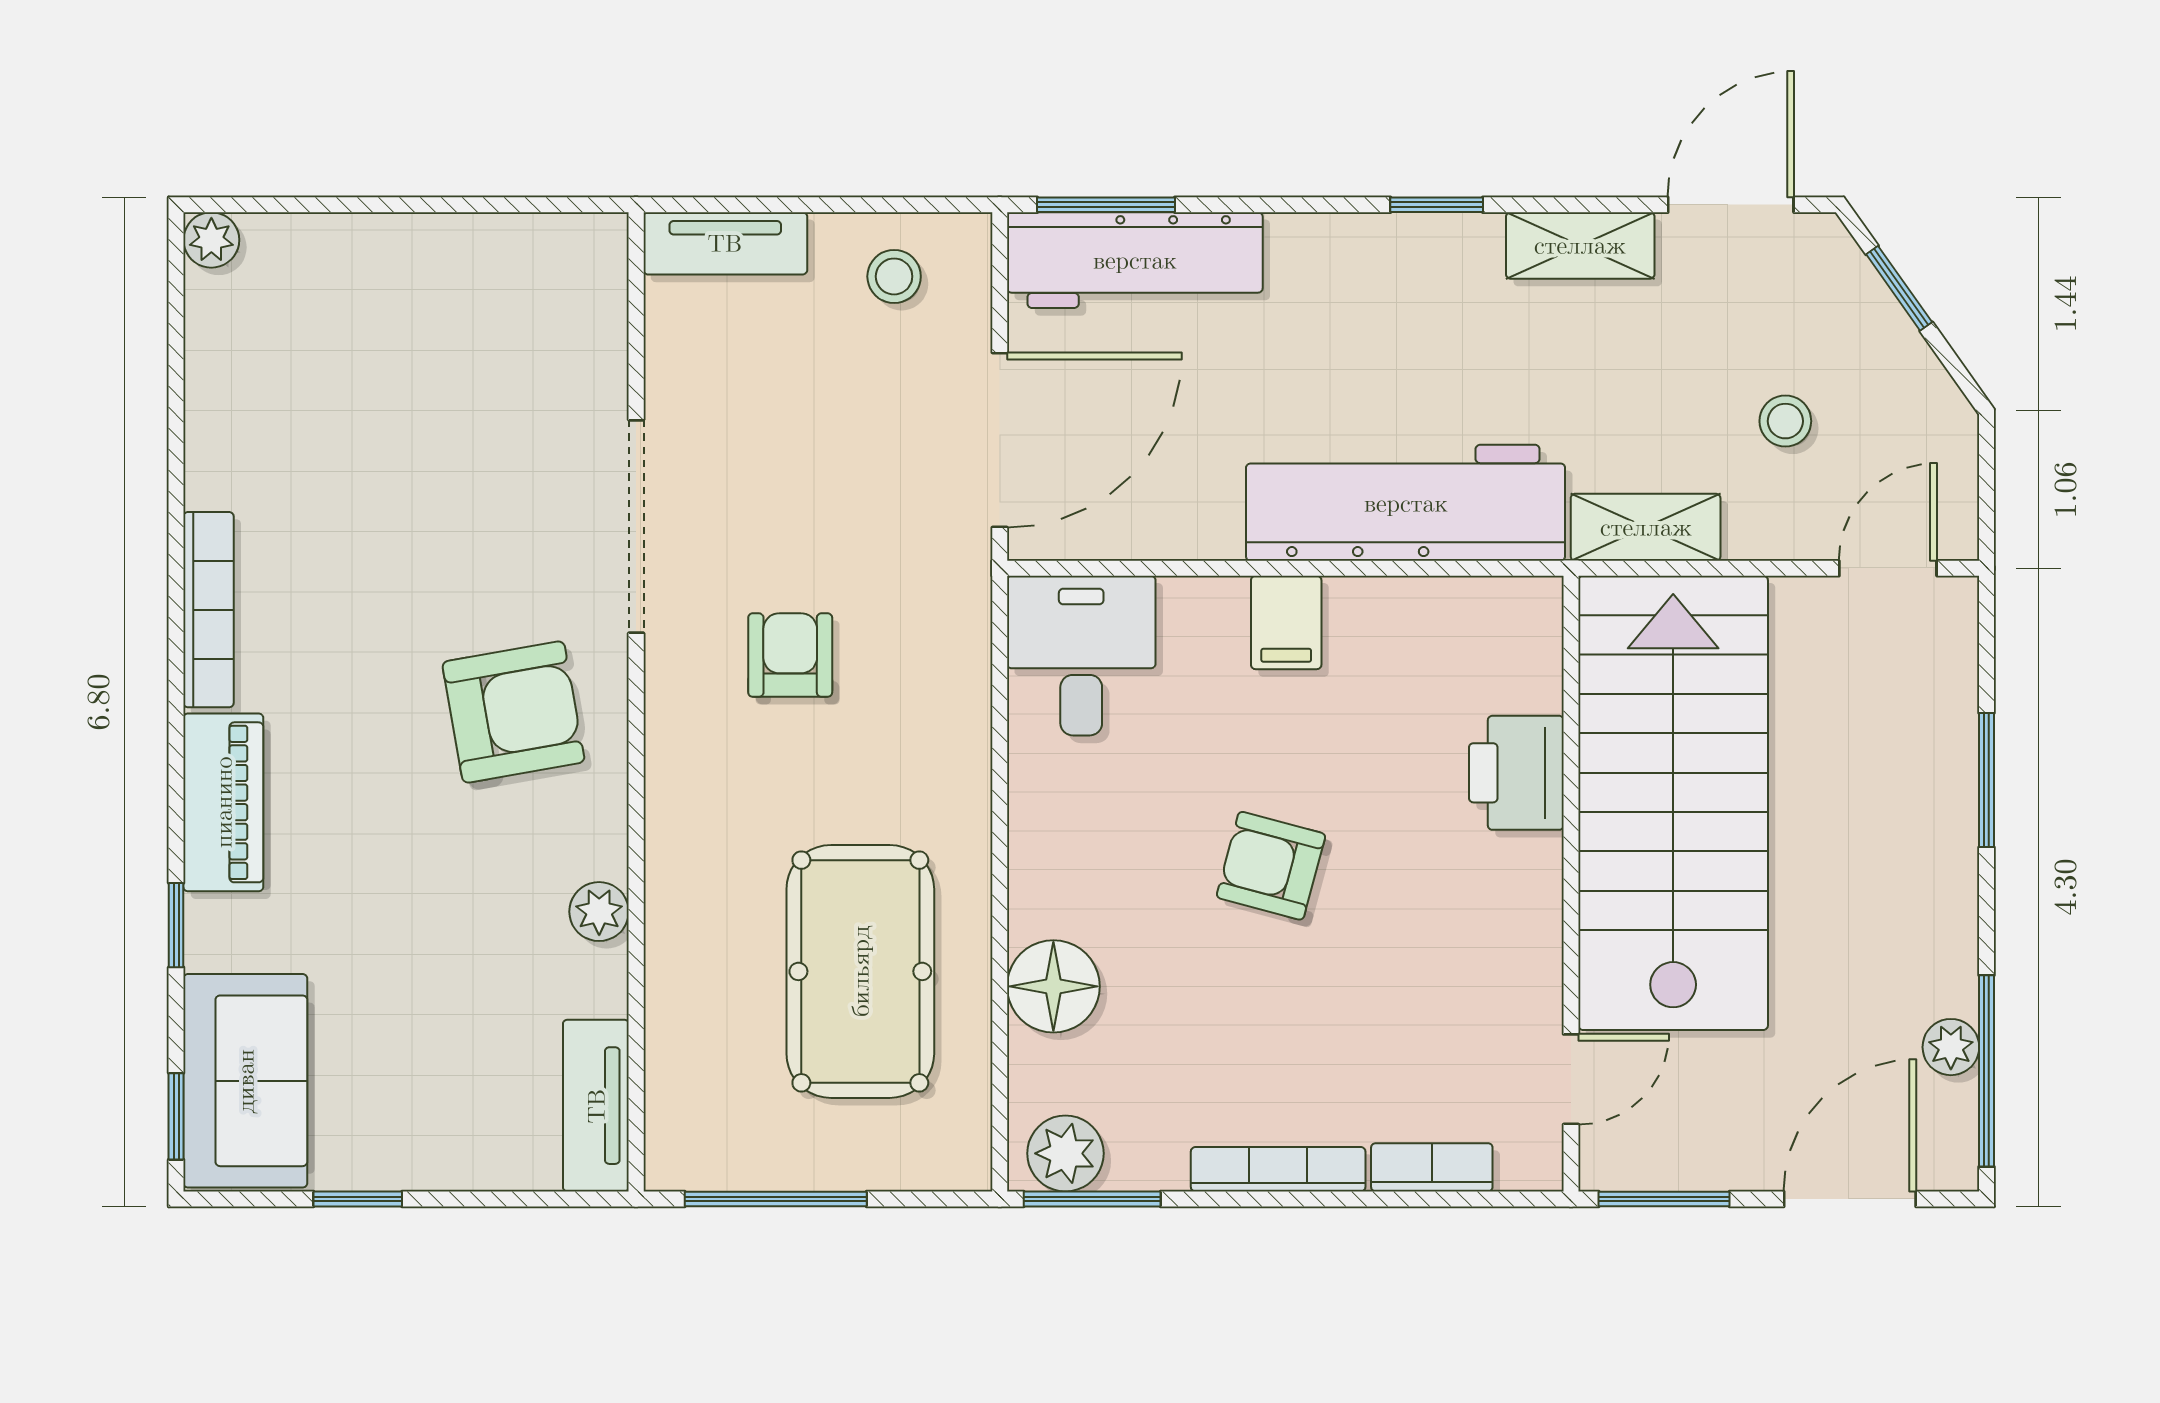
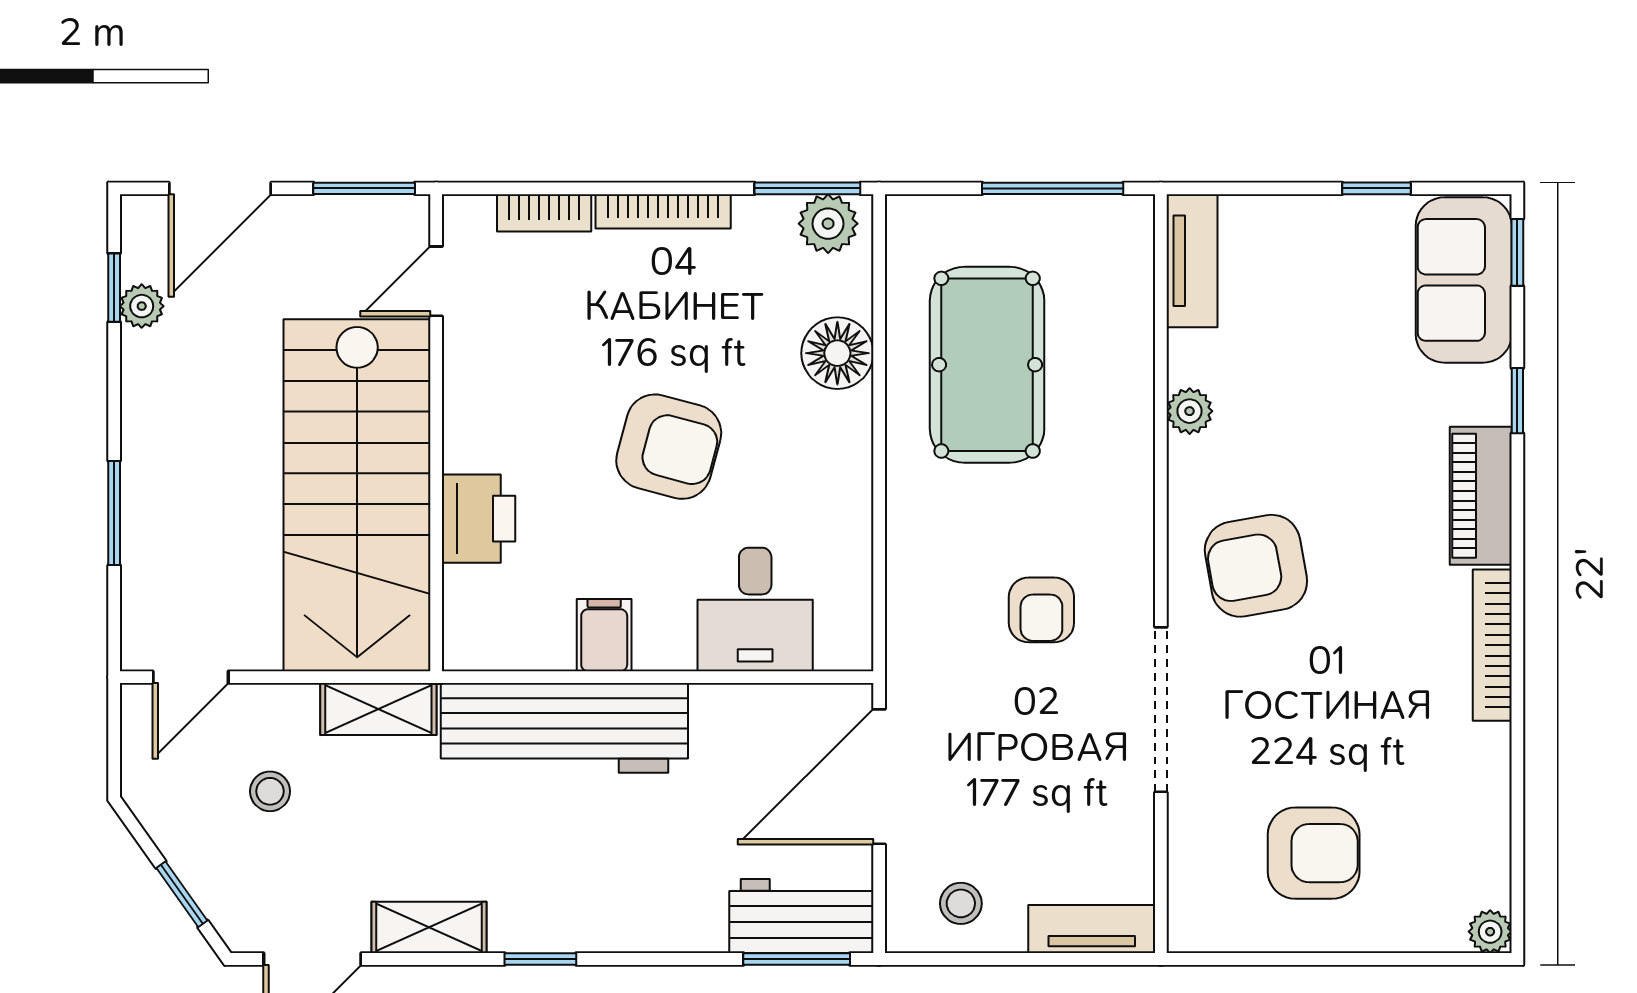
workbench: (1135, 260) -> (801, 916), width x0.73
armchair: (439, 341) -> (1314, 853), added
filing cabinet: (1286, 622) -> (604, 635), moved
desk: (1081, 656) -> (755, 609), moved
armchair: (1271, 866) -> (669, 447), width x1.38, depth x1.38
window: (1987, 1071) -> (114, 288), width x0.46

